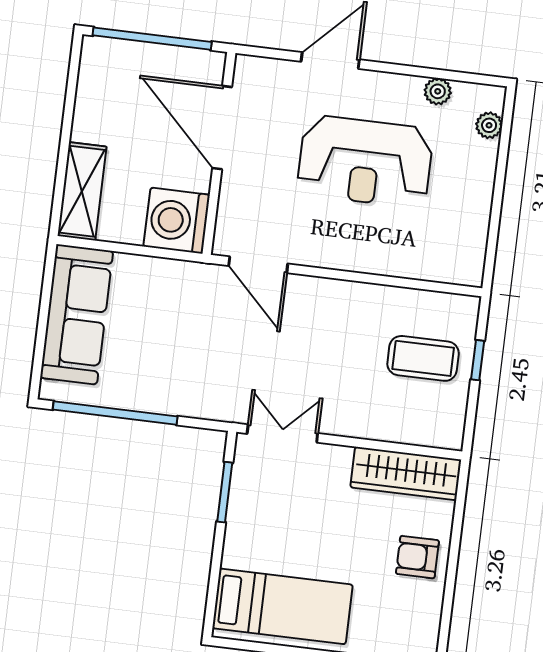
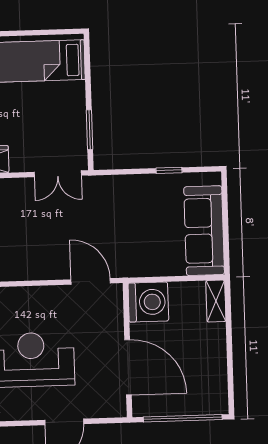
shelving: (82, 191) -> (216, 301), width x0.67, depth x0.75
window: (115, 413) -> (169, 170), width x0.32

